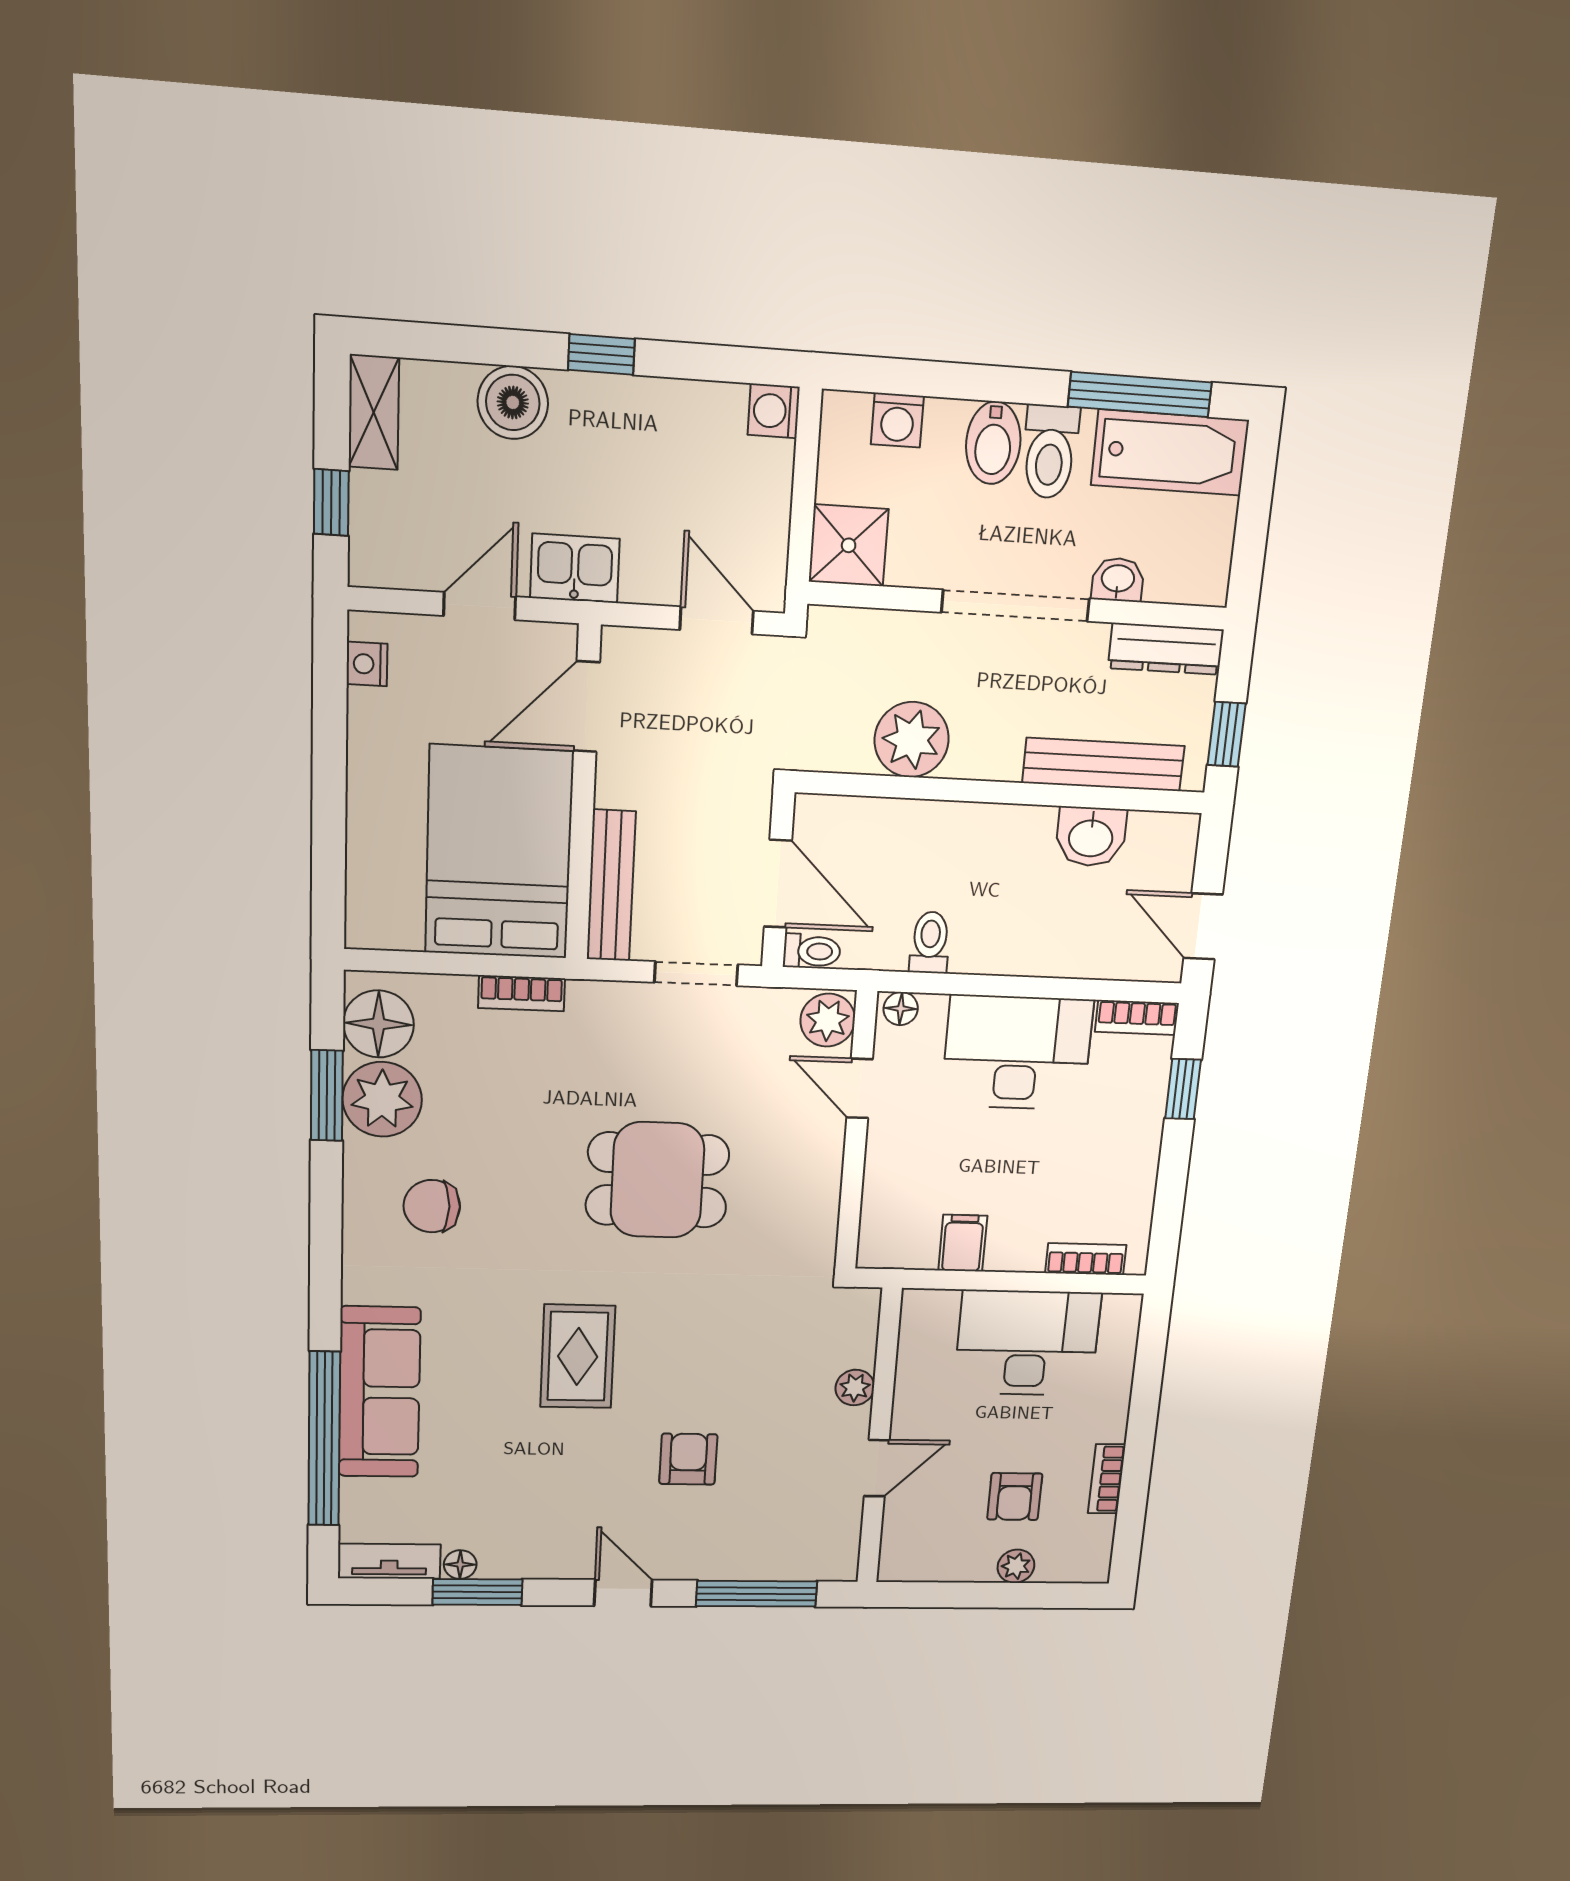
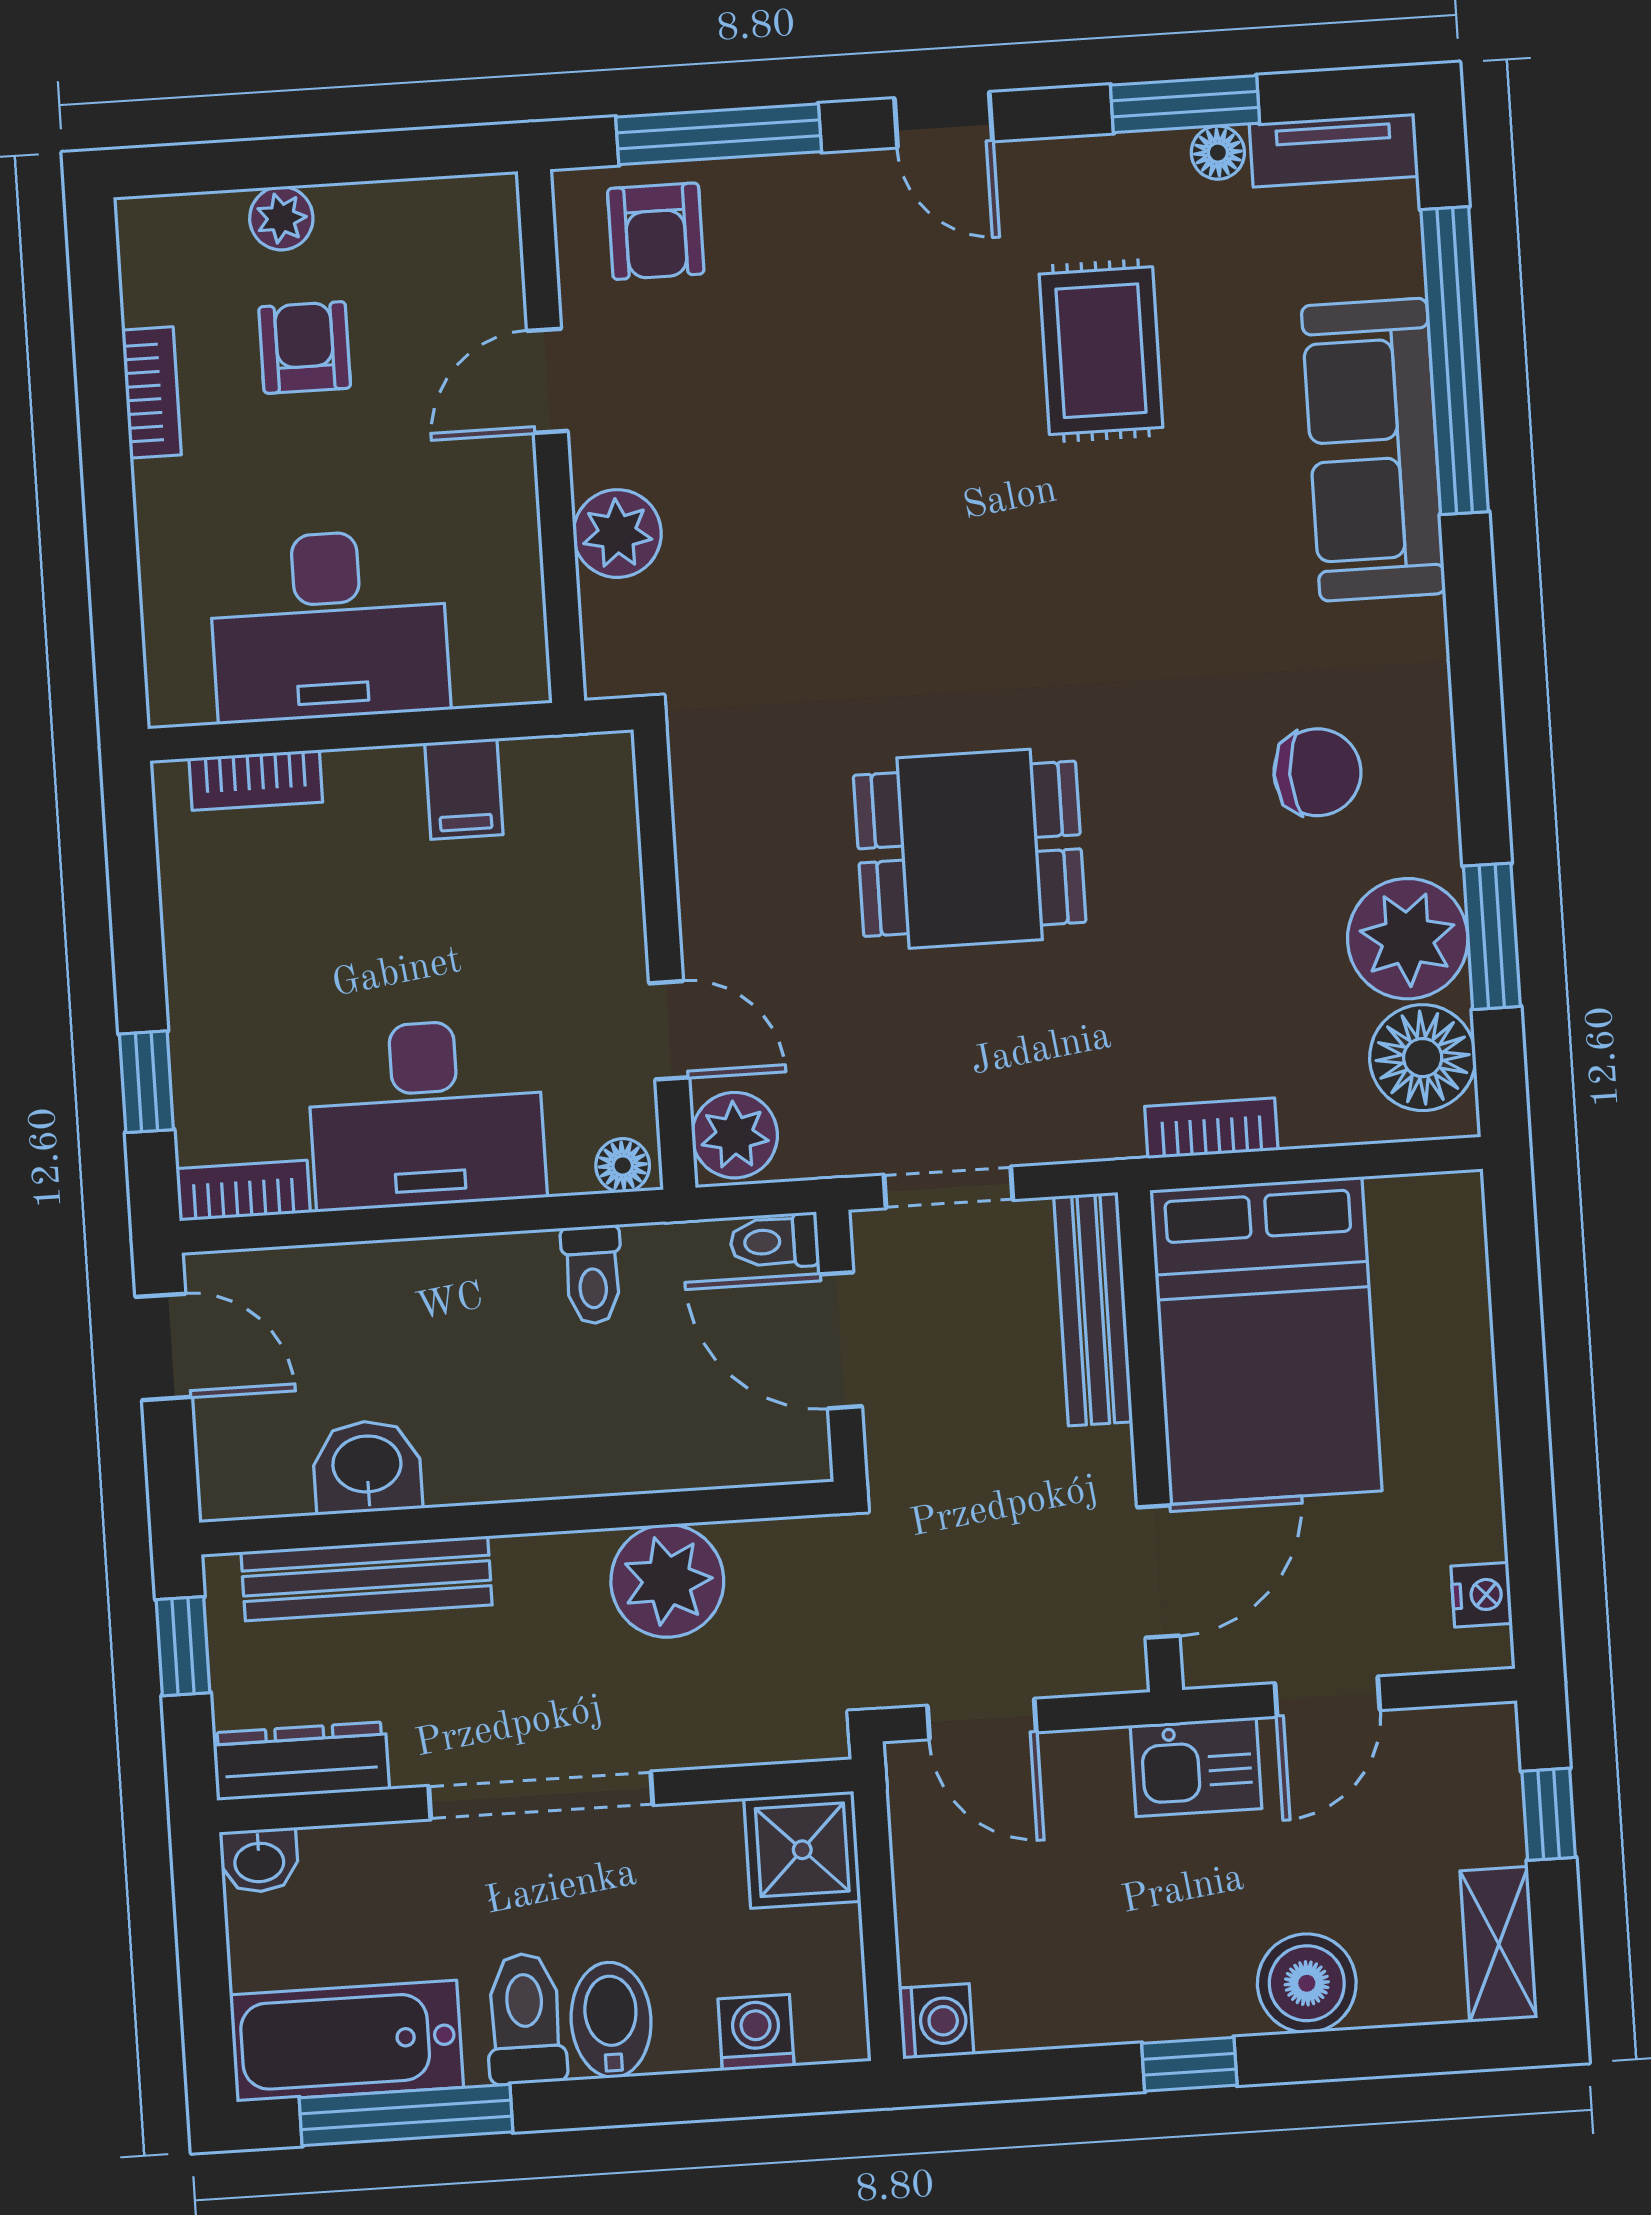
washbasin: (1118, 580) -> (259, 1861), moved
rug: (578, 1356) -> (1101, 351), moved
plant: (855, 1387) -> (617, 534), width x1.38, depth x1.38
armchair: (688, 1459) -> (656, 231), moved

